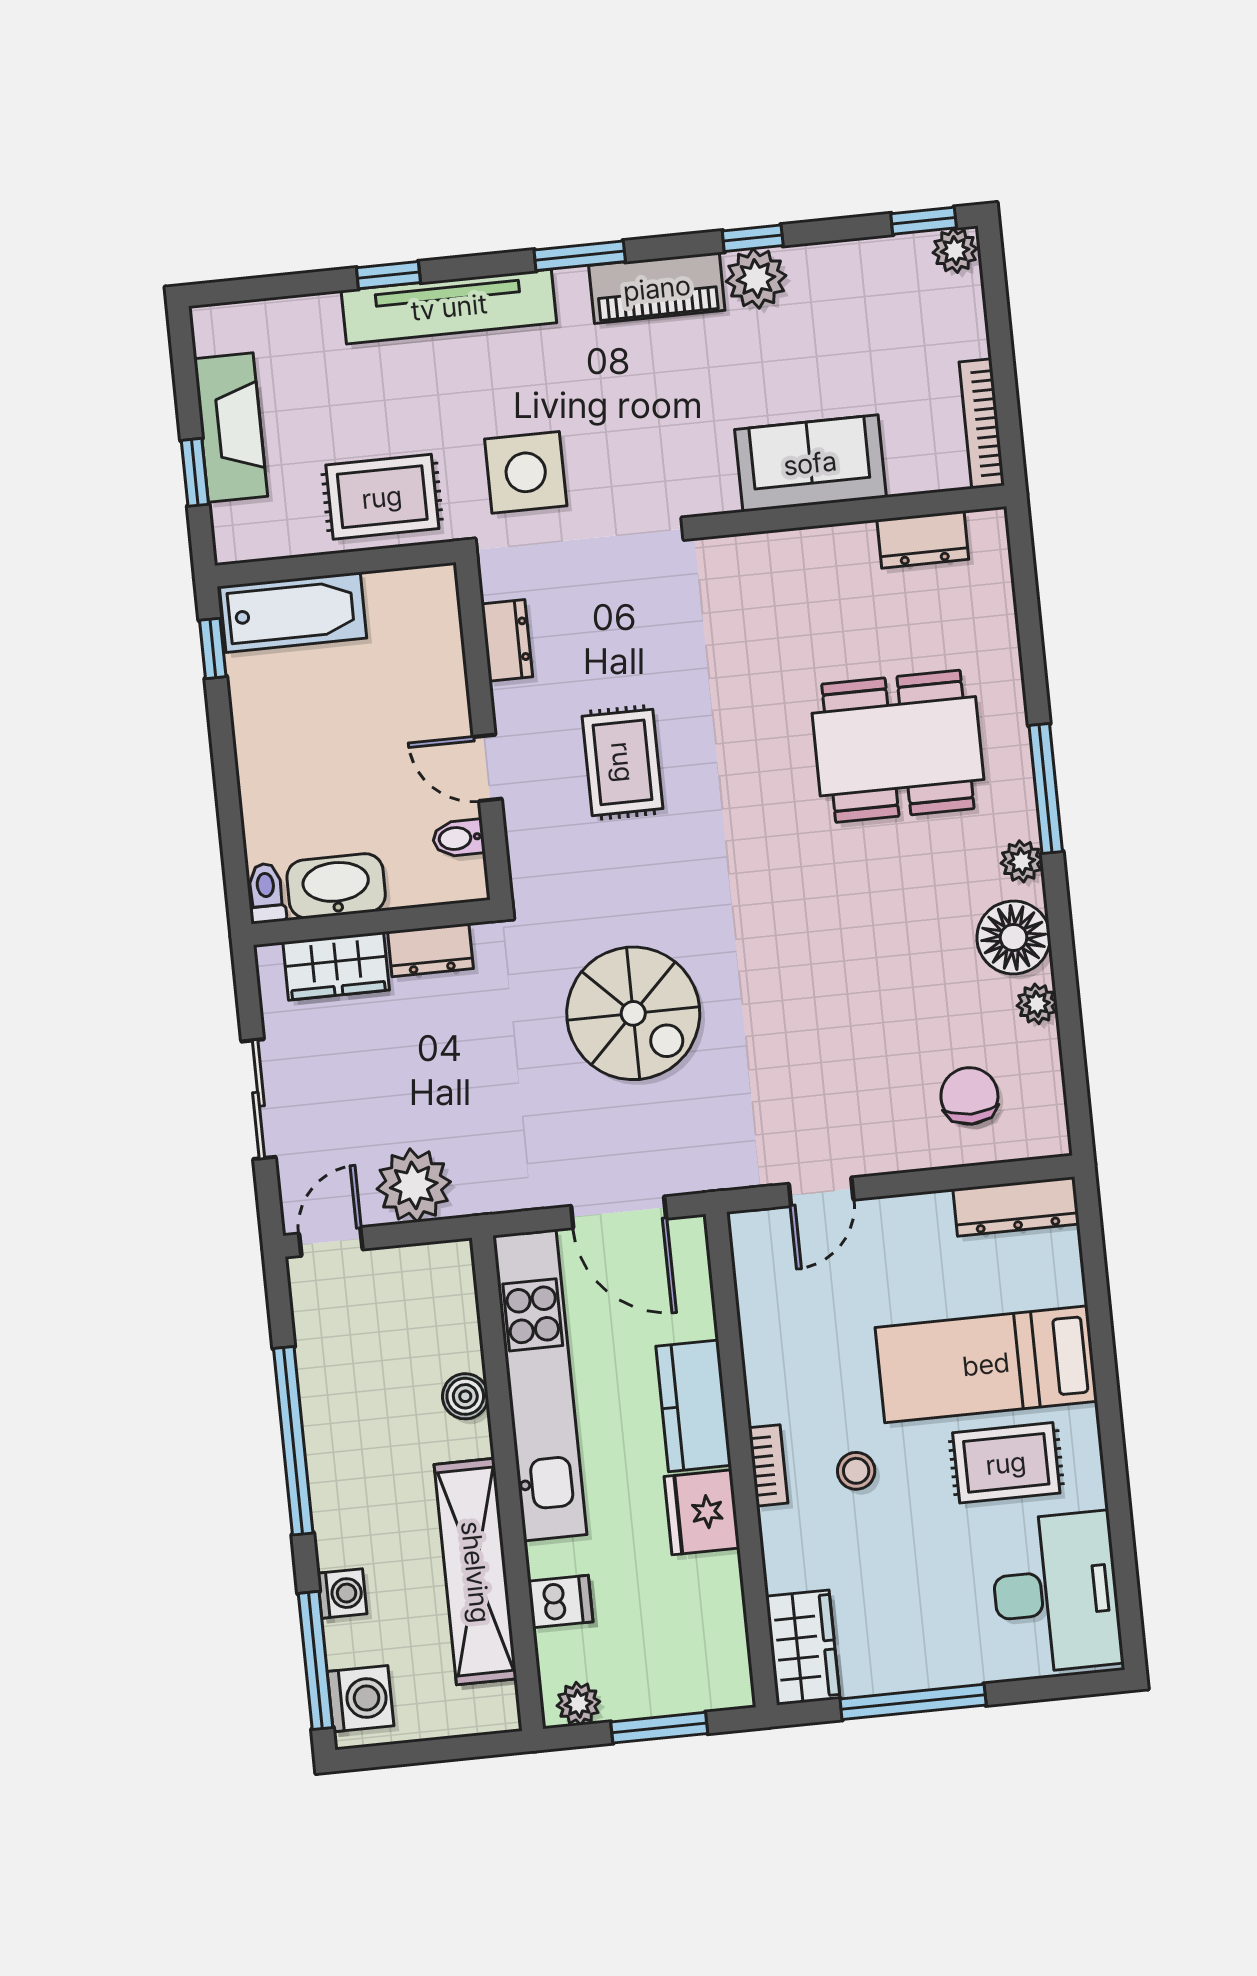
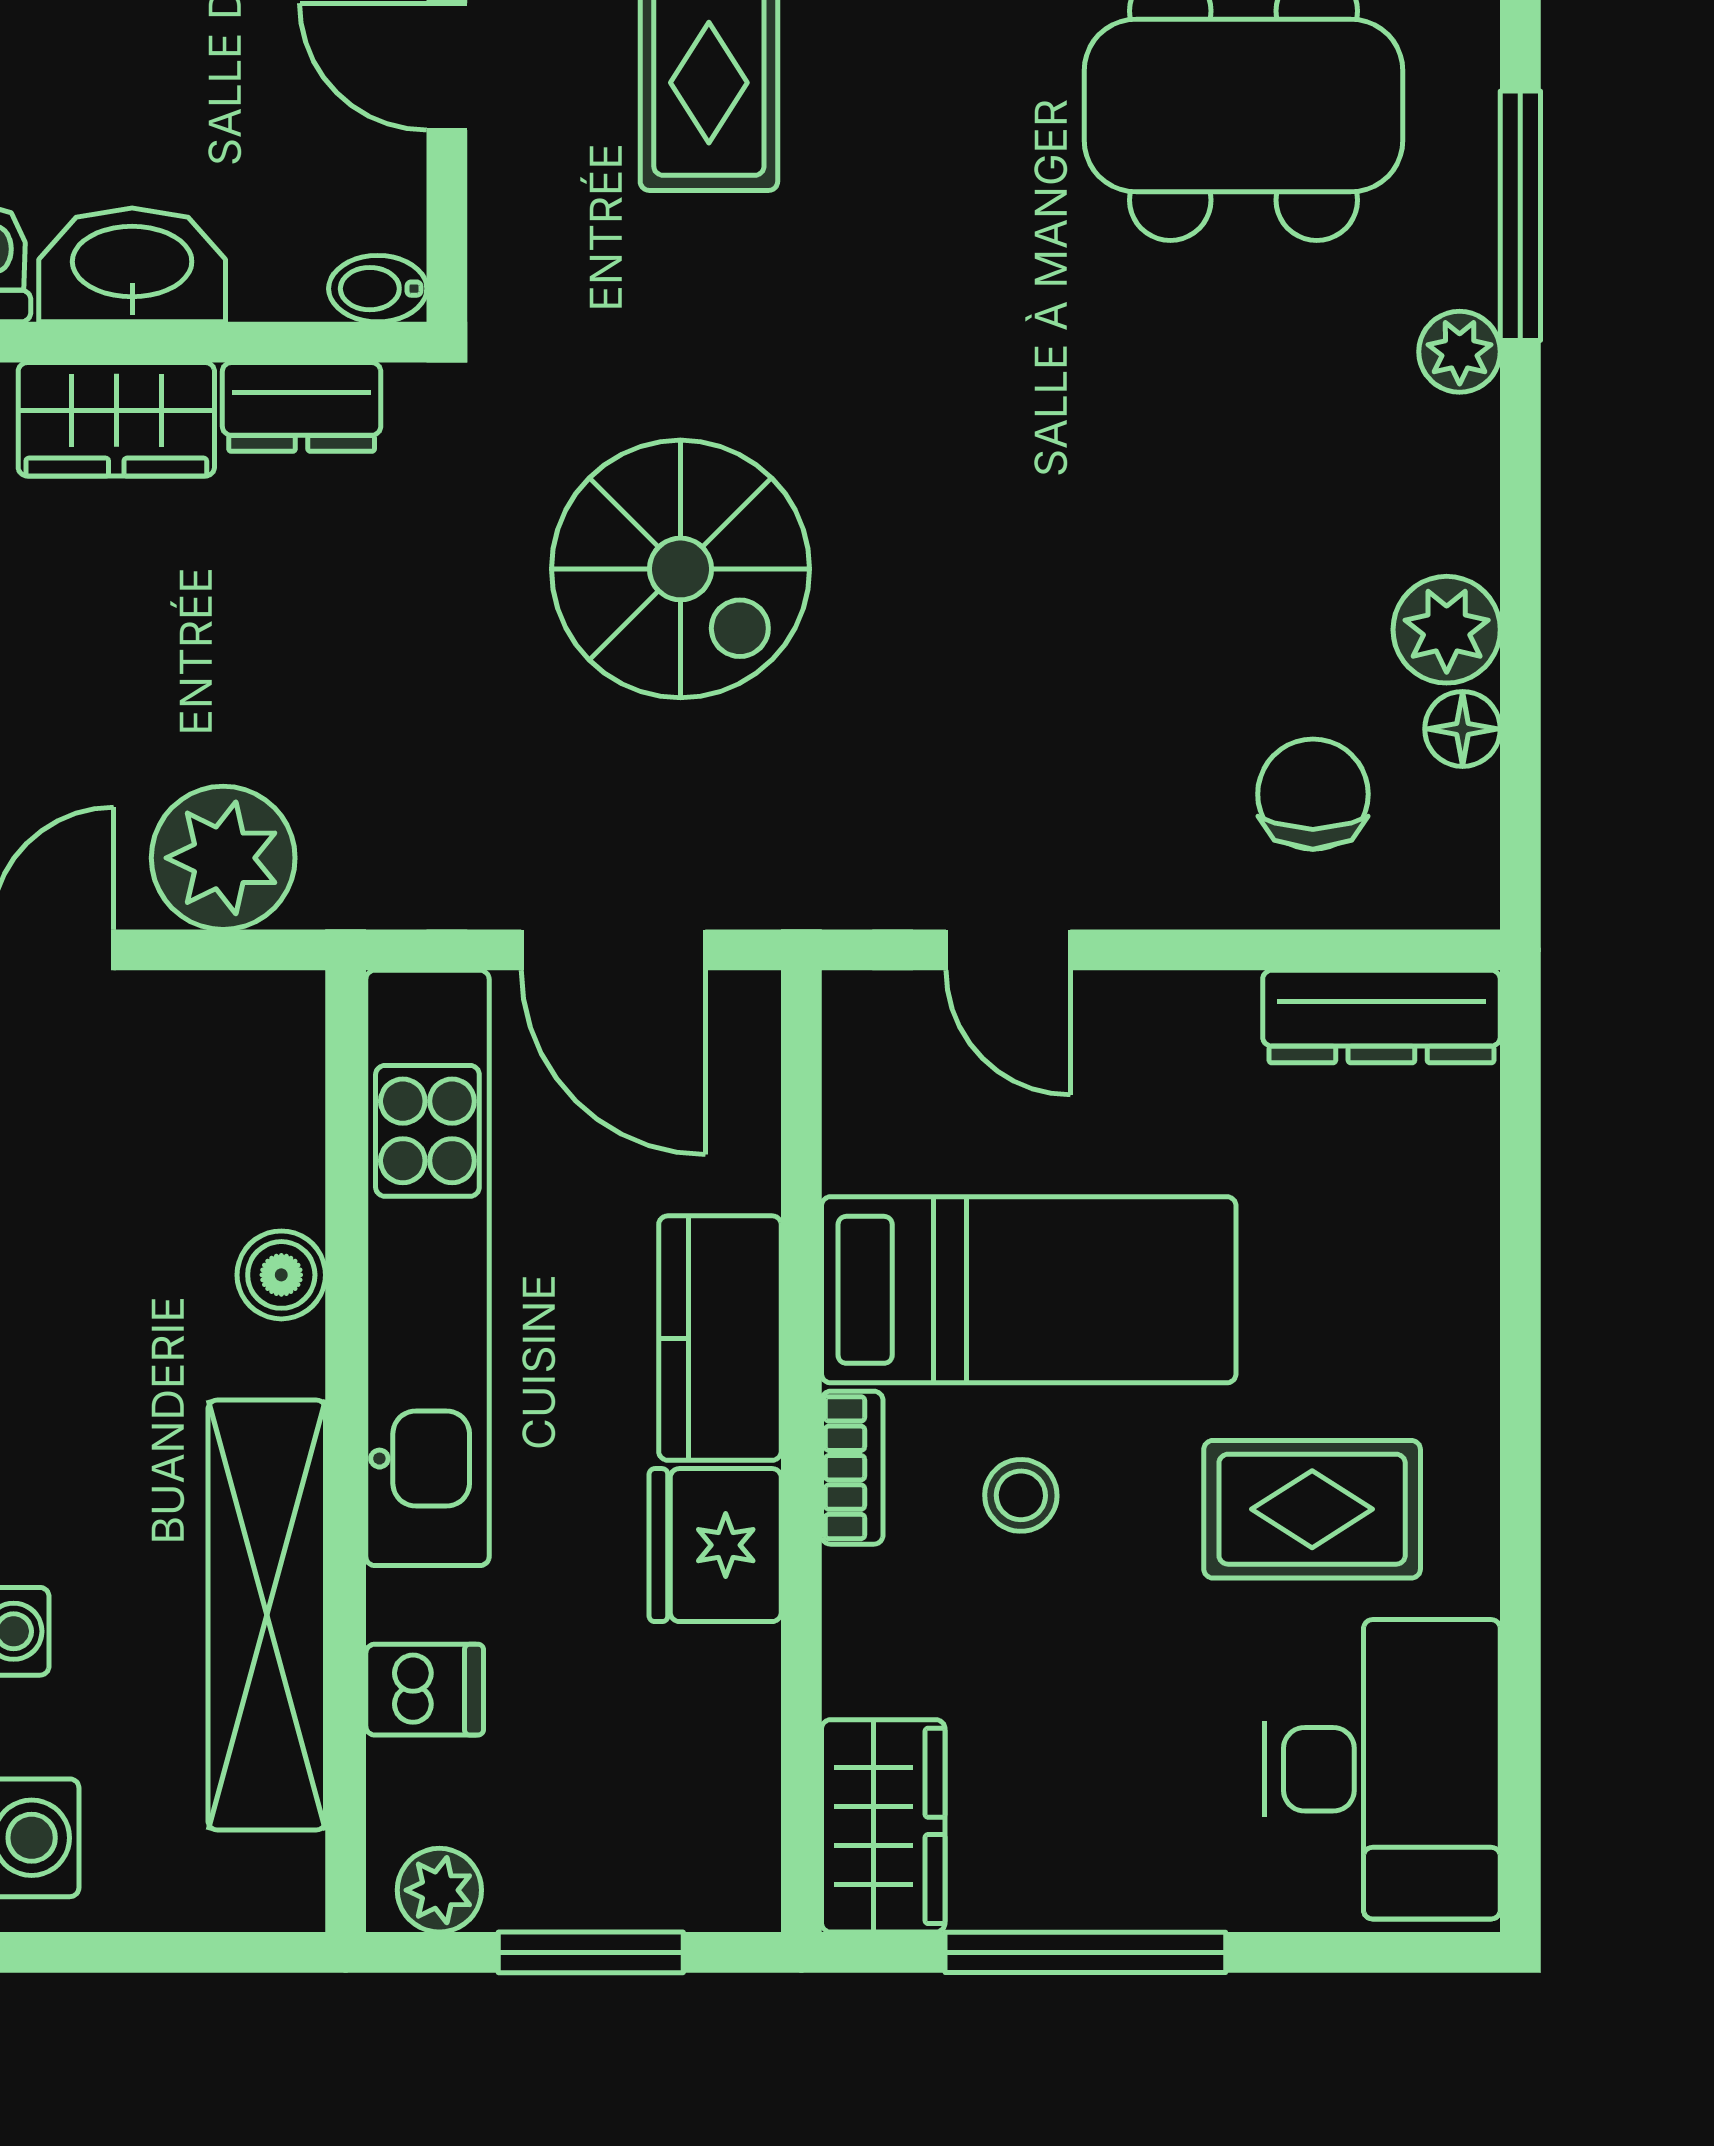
bidet: (459, 838) -> (378, 289), moved
floor lamp: (1014, 937) -> (1463, 729), moved, width x0.53, depth x0.53
plant: (1037, 1004) -> (1447, 630), width x1.38, depth x1.38
door: (821, 1192) -> (1008, 950), hinge flipped
bed: (986, 1364) -> (1029, 1290), moved, turned 180

